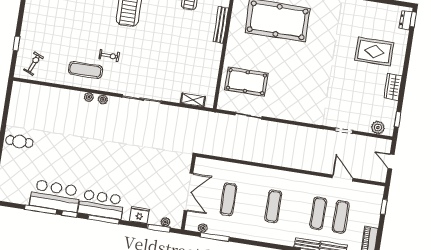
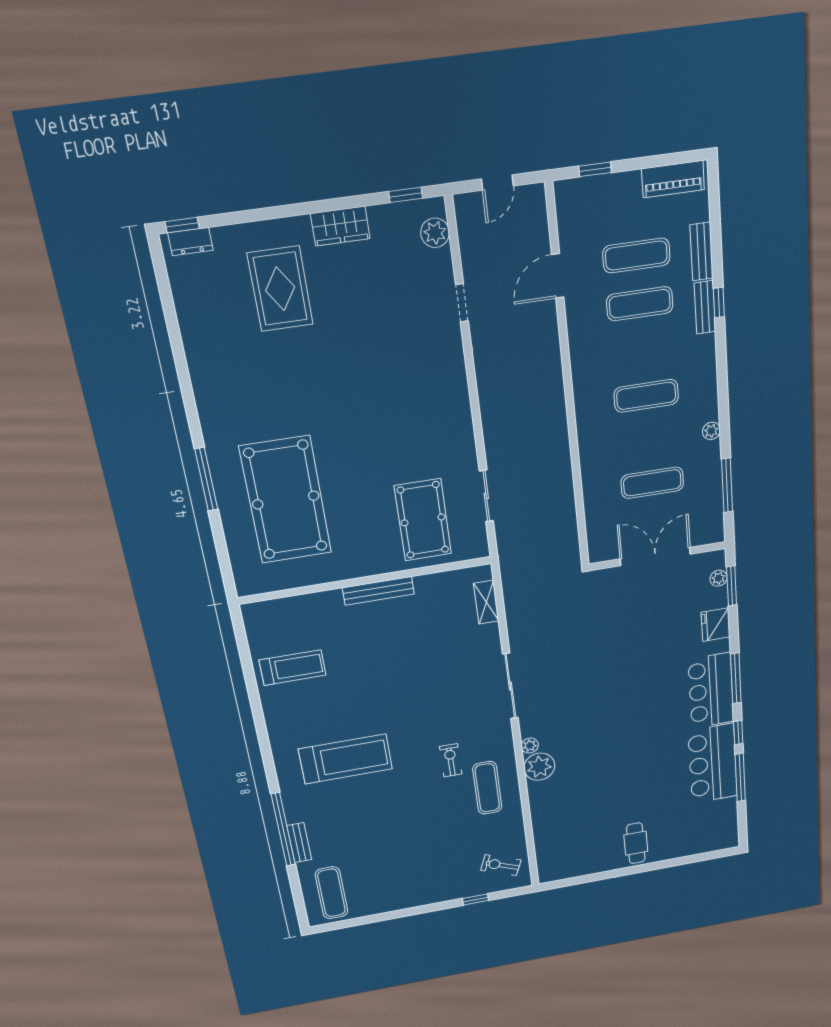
bench: (221, 25) -> (378, 591), moved
plant: (89, 97) -> (539, 767), width x1.87, depth x1.87
plant: (203, 228) -> (711, 431), moved

